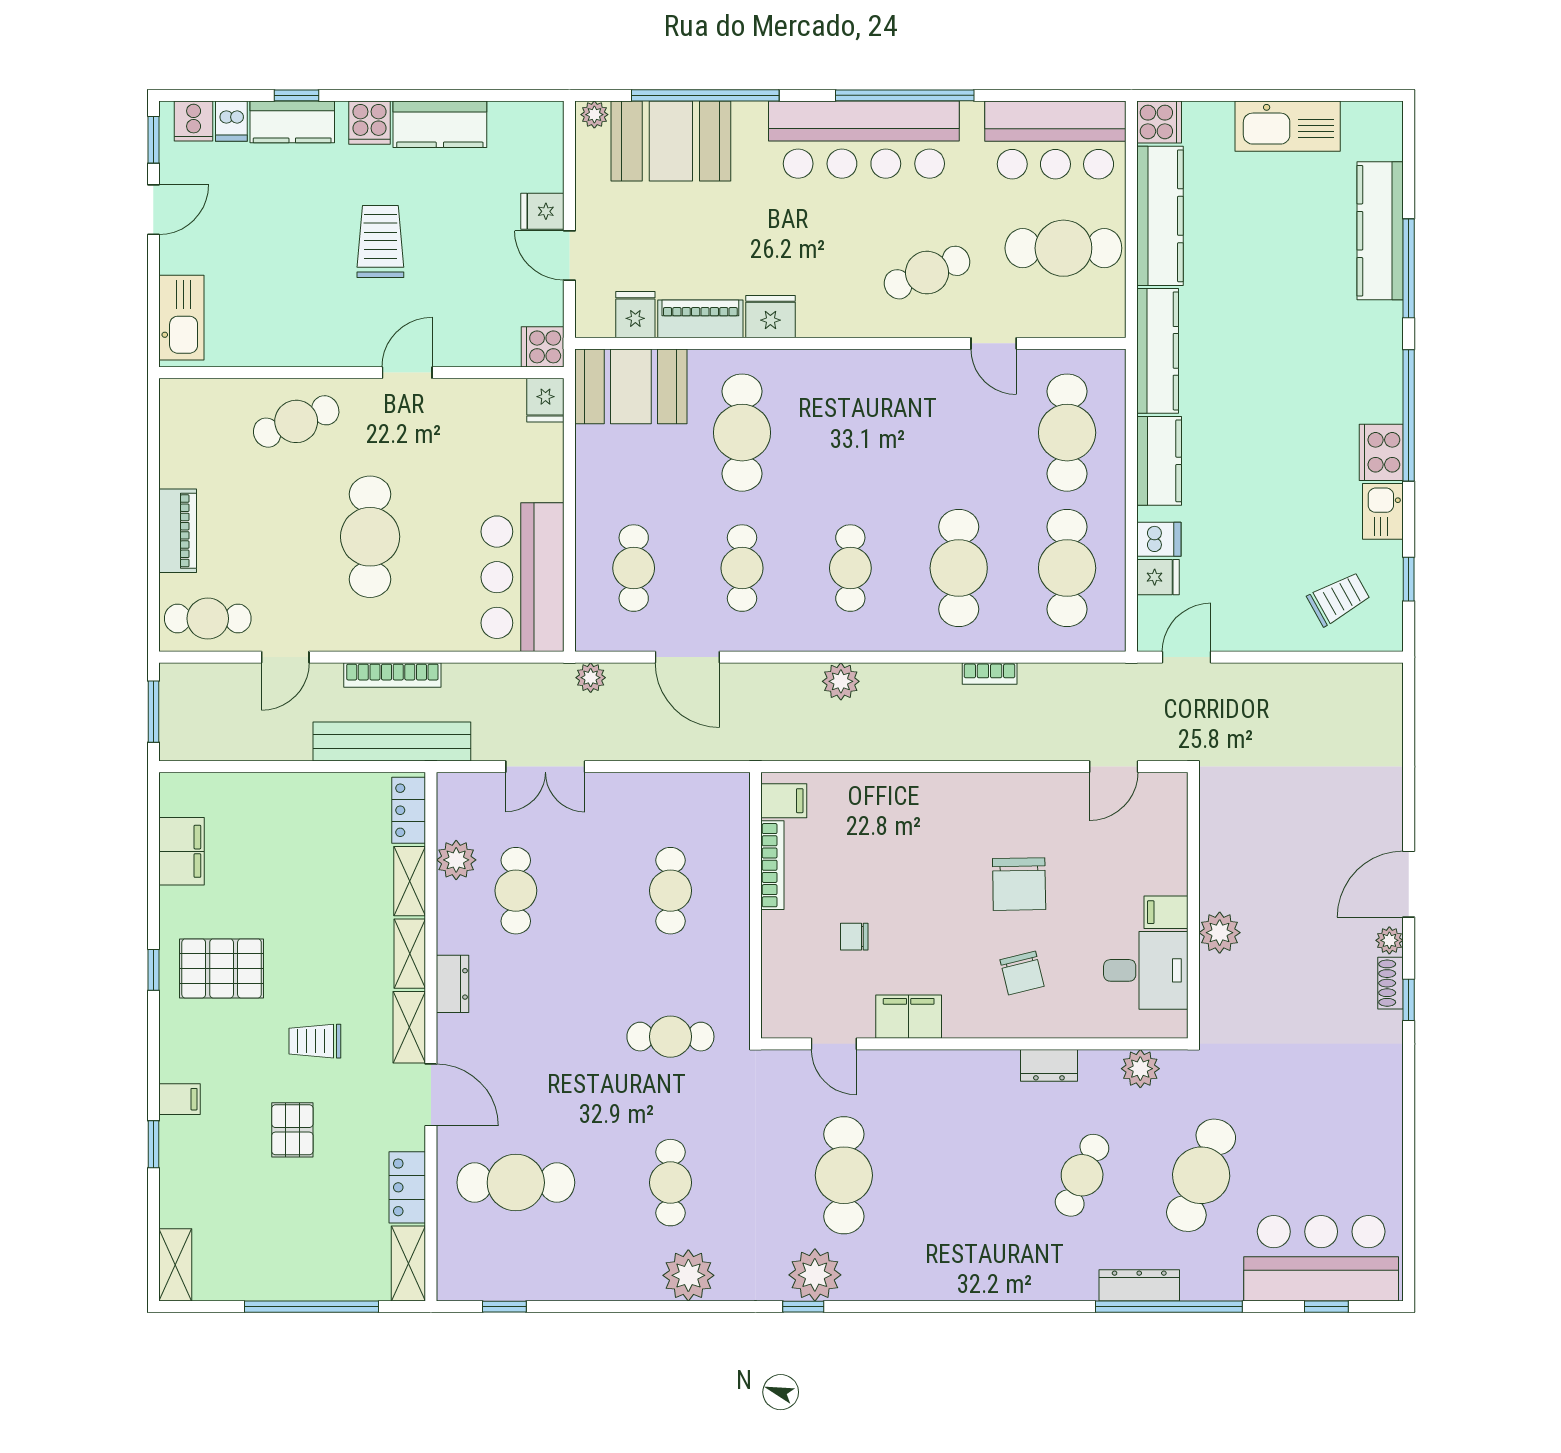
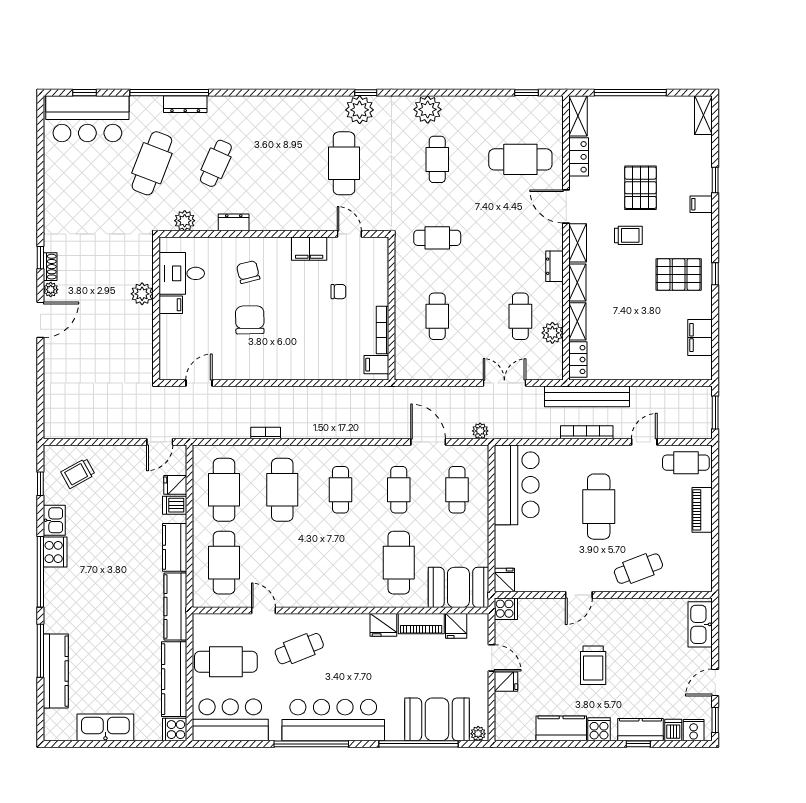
plant: (841, 681) -> (346, 429), removed
pallet: (292, 1130) -> (640, 188), width x1.50, depth x1.42

